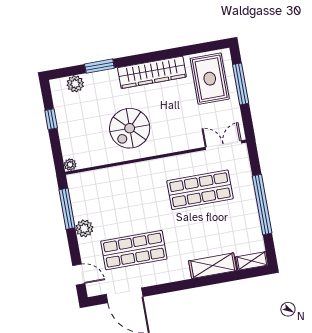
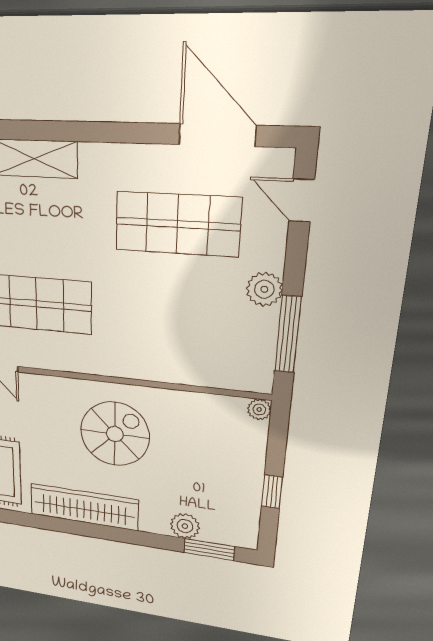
window: (99, 66) -> (209, 550), moved
plant: (75, 84) -> (185, 526), moved
spiral stairs: (130, 128) -> (115, 434), moved

